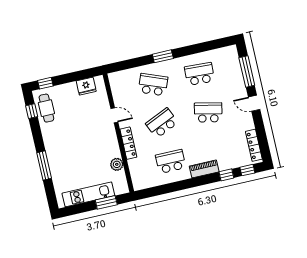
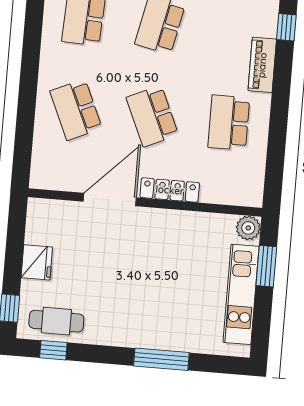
window: (163, 56) -> (29, 75), removed
school desk: (153, 85) -> (76, 110), turned -45
fridge: (86, 86) -> (37, 262), moved
door: (114, 115) -> (110, 199), width x1.88
plant: (117, 164) -> (248, 228), moved

